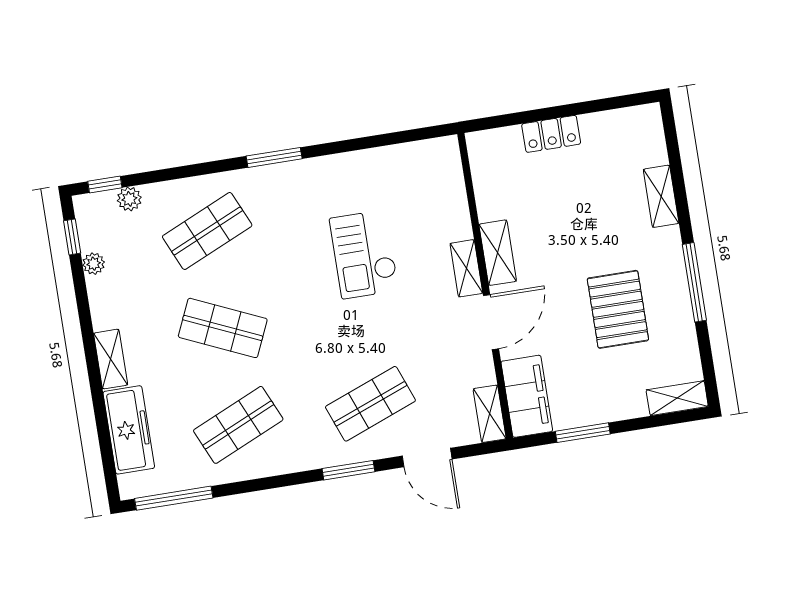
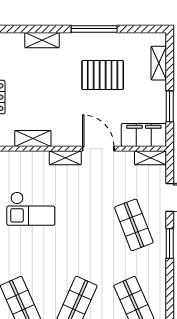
shelving: (498, 253) -> (33, 138), moved
checkout: (364, 254) -> (31, 209), moved
shelving: (677, 398) -> (159, 63), moved

